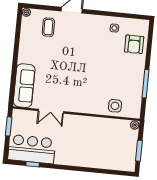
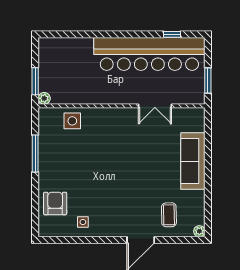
sofa: (24, 86) -> (193, 161), moved
double door: (51, 111) -> (155, 106), swing flipped
bar counter: (32, 149) -> (149, 54), width x1.86
window: (139, 151) -> (35, 81), moved

